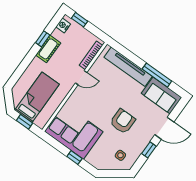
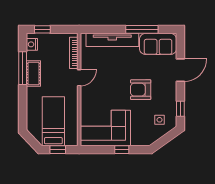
window: (43, 39) -> (23, 68), width x2.17
armchair: (123, 121) -> (141, 90), turned -90
window: (149, 150) -> (180, 109), moved

